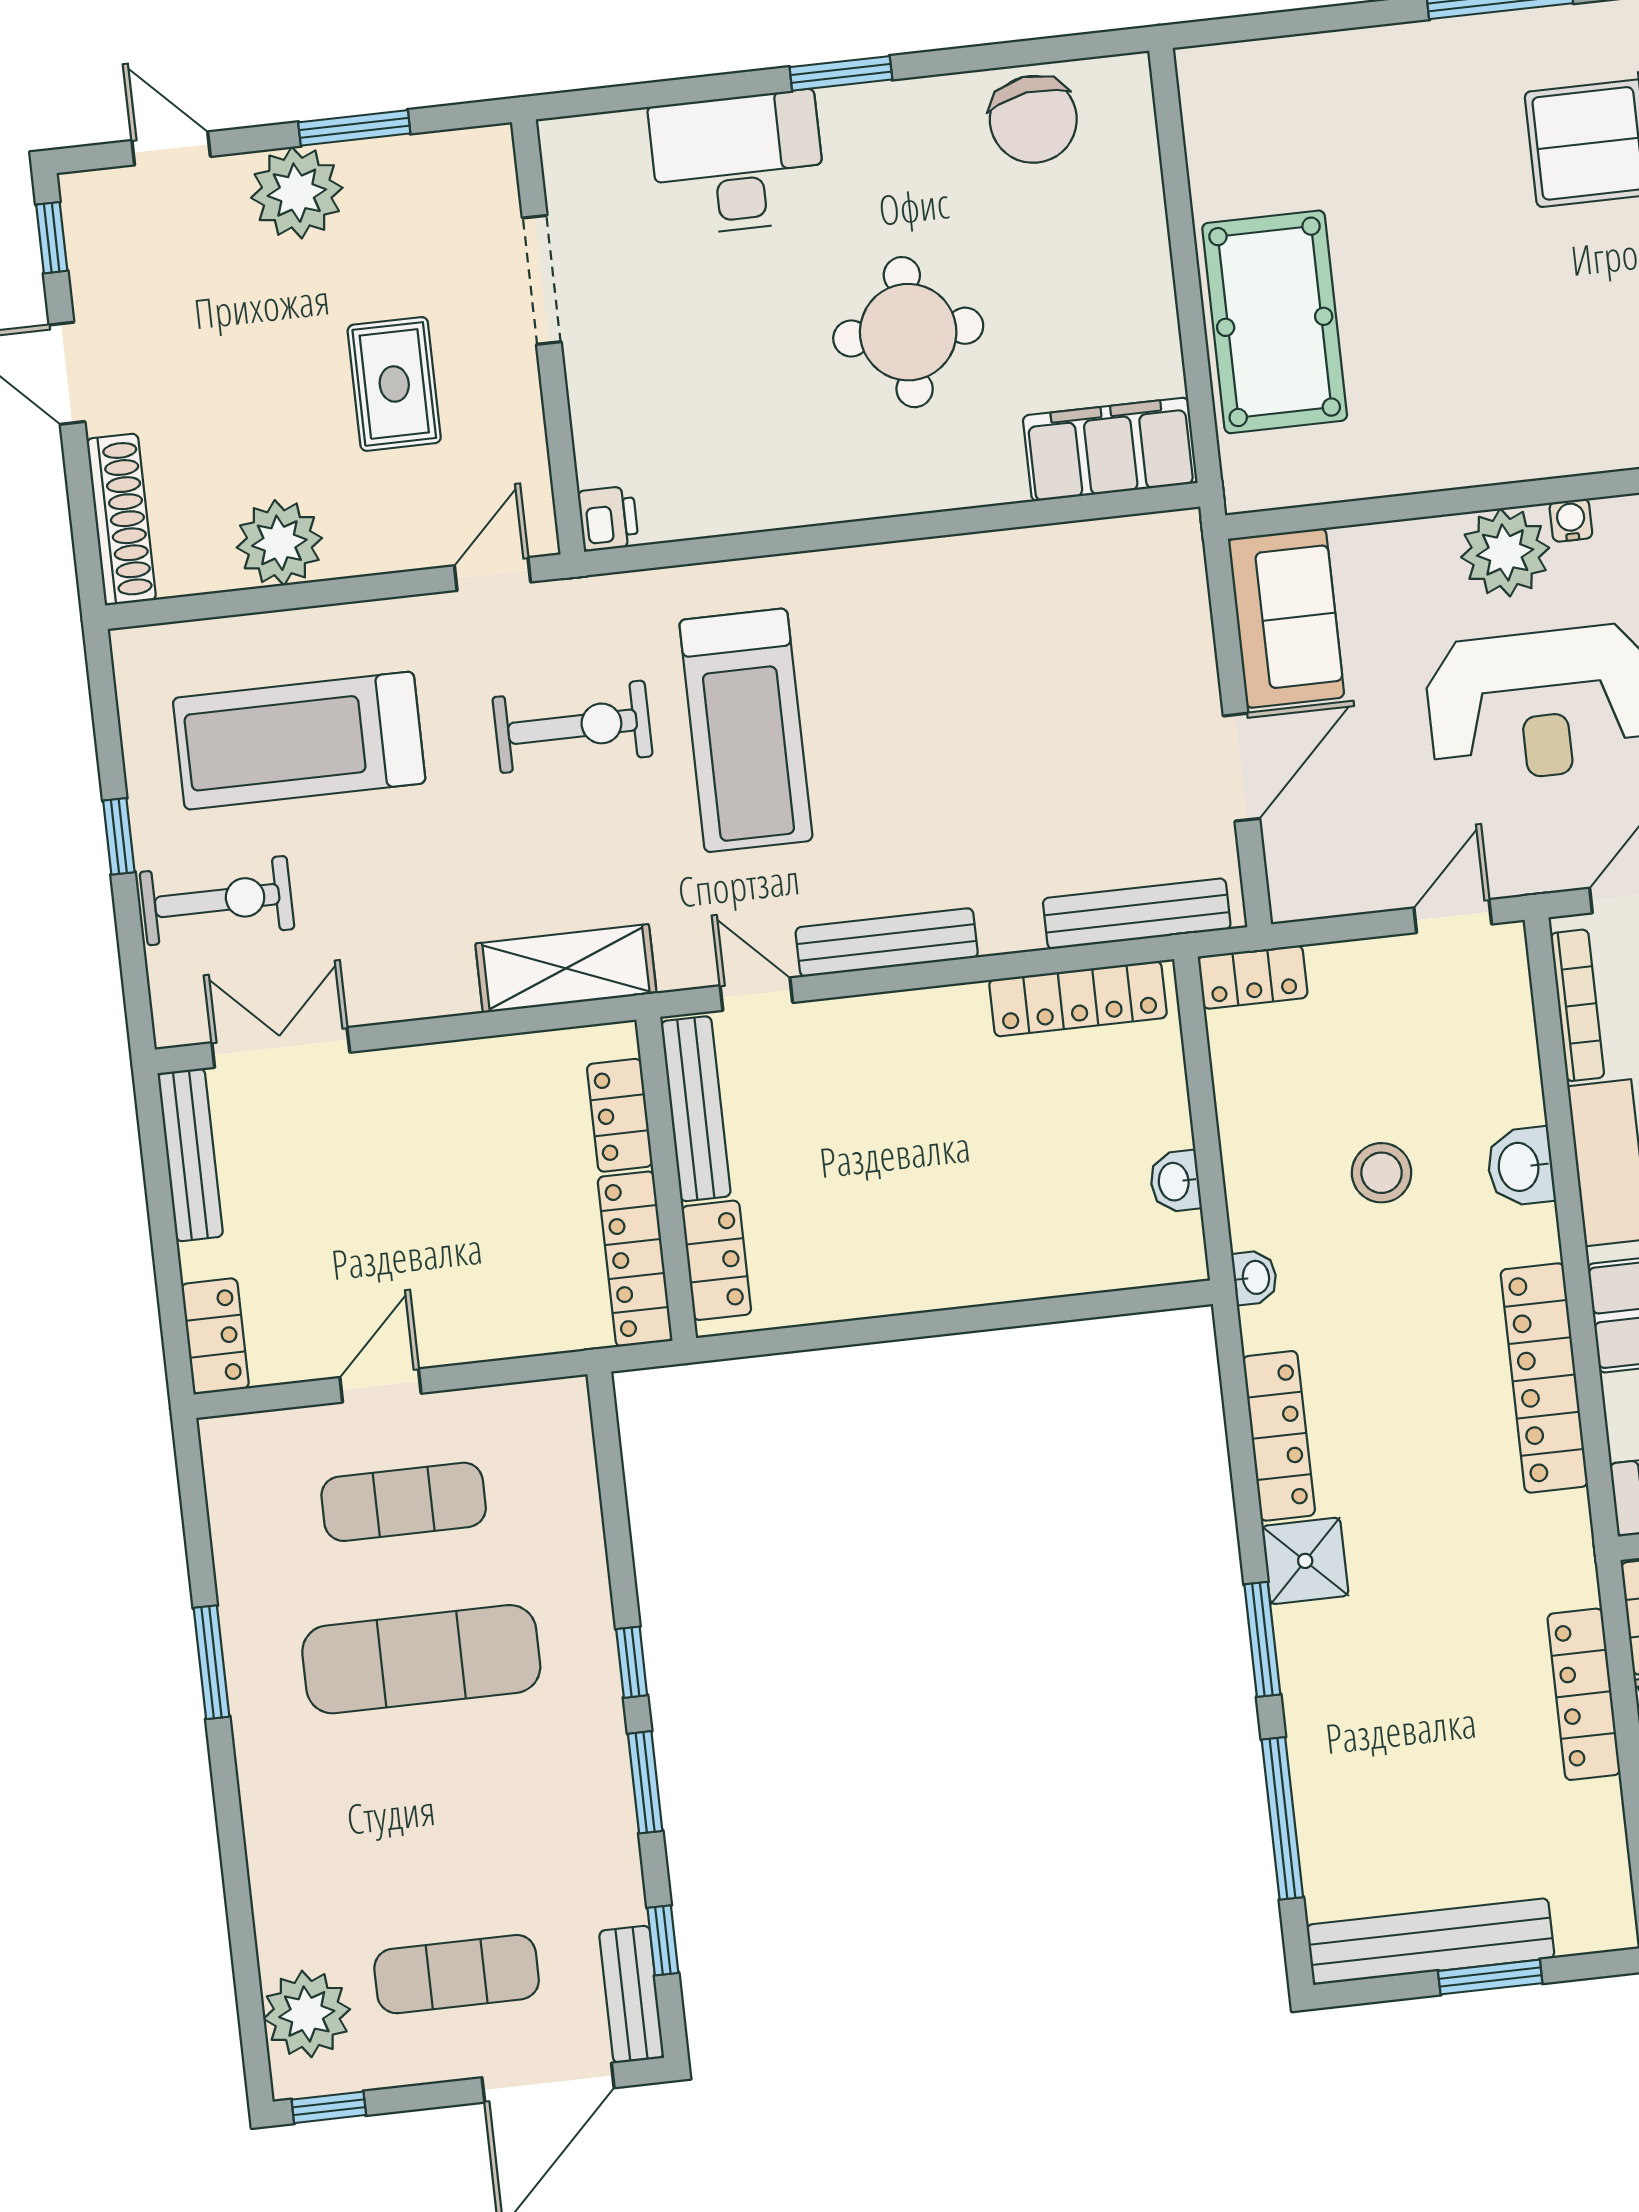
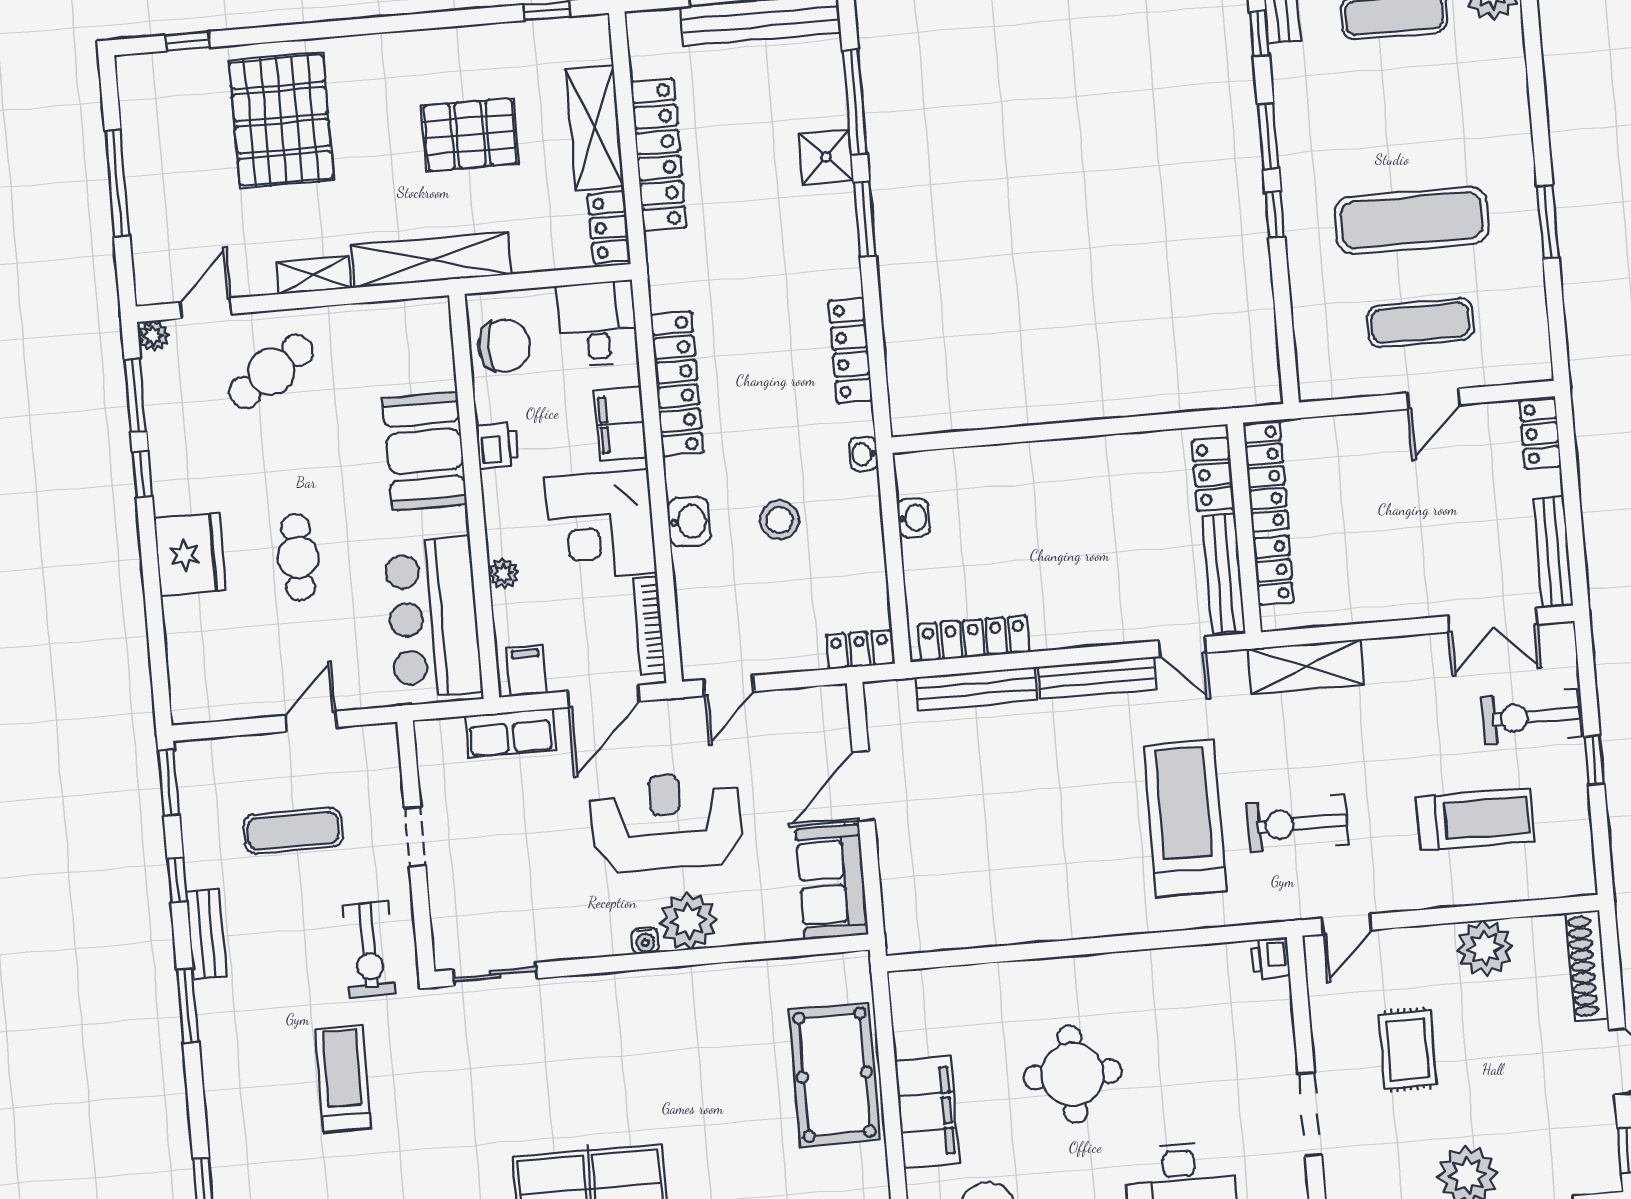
filing cabinet: (1110, 449) -> (927, 1112), moved, turned -90
treadmill: (299, 741) -> (1475, 819), width x0.73, depth x0.73
bench: (1137, 914) -> (976, 689), moved
shower: (1305, 1561) -> (826, 157), moved
locker: (1584, 1694) -> (659, 155), width x1.41, depth x1.21

